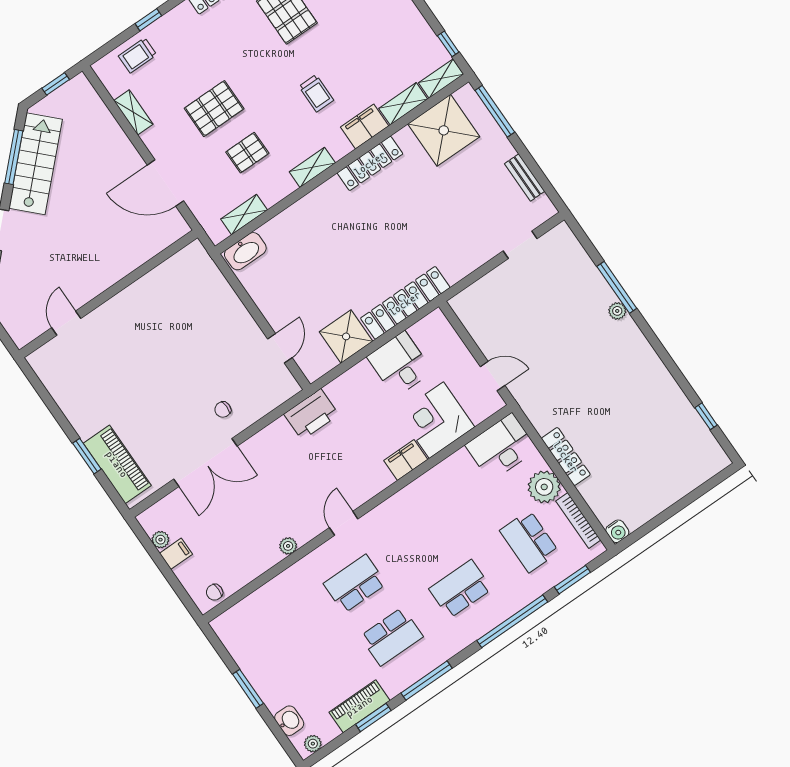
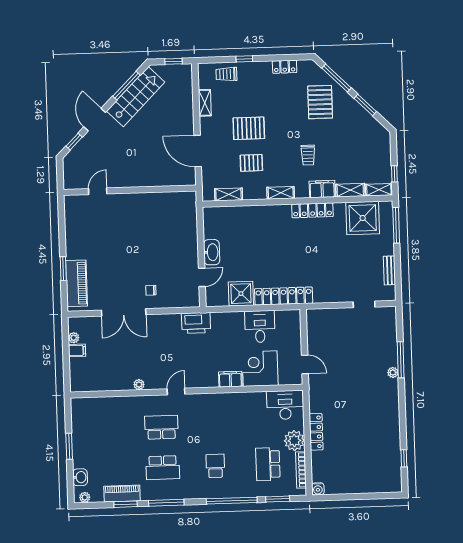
washbasin: (245, 251) -> (212, 252), moved, turned -90
school desk: (460, 589) -> (215, 466), width x0.54
chair: (215, 592) -> (84, 384), removed

